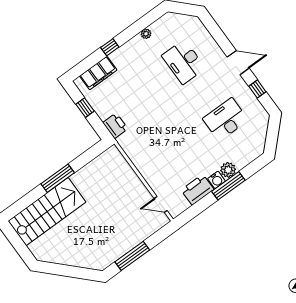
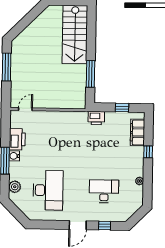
window: (257, 89) -> (105, 226), moved
desk: (226, 119) -> (48, 190), width x1.36, depth x1.30
plant: (228, 170) -> (15, 187), moved
window: (58, 178) -> (90, 74), moved

